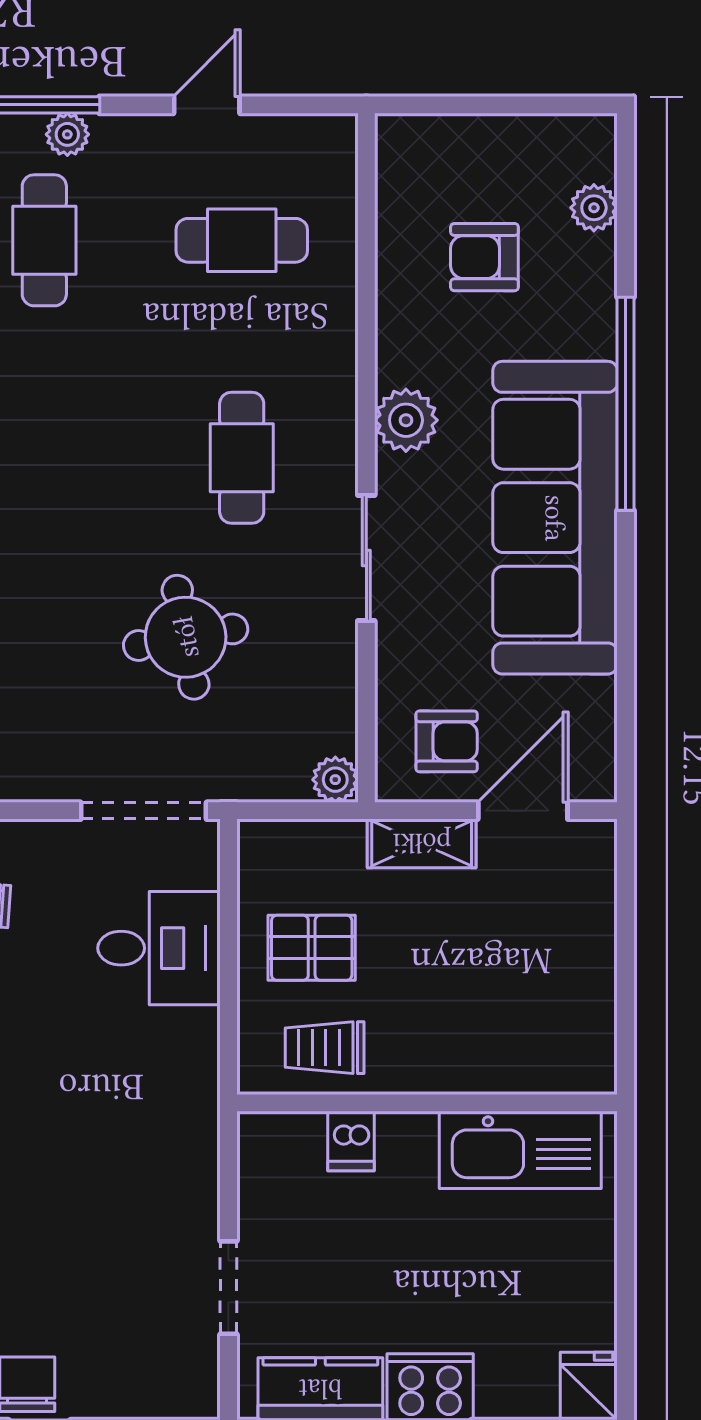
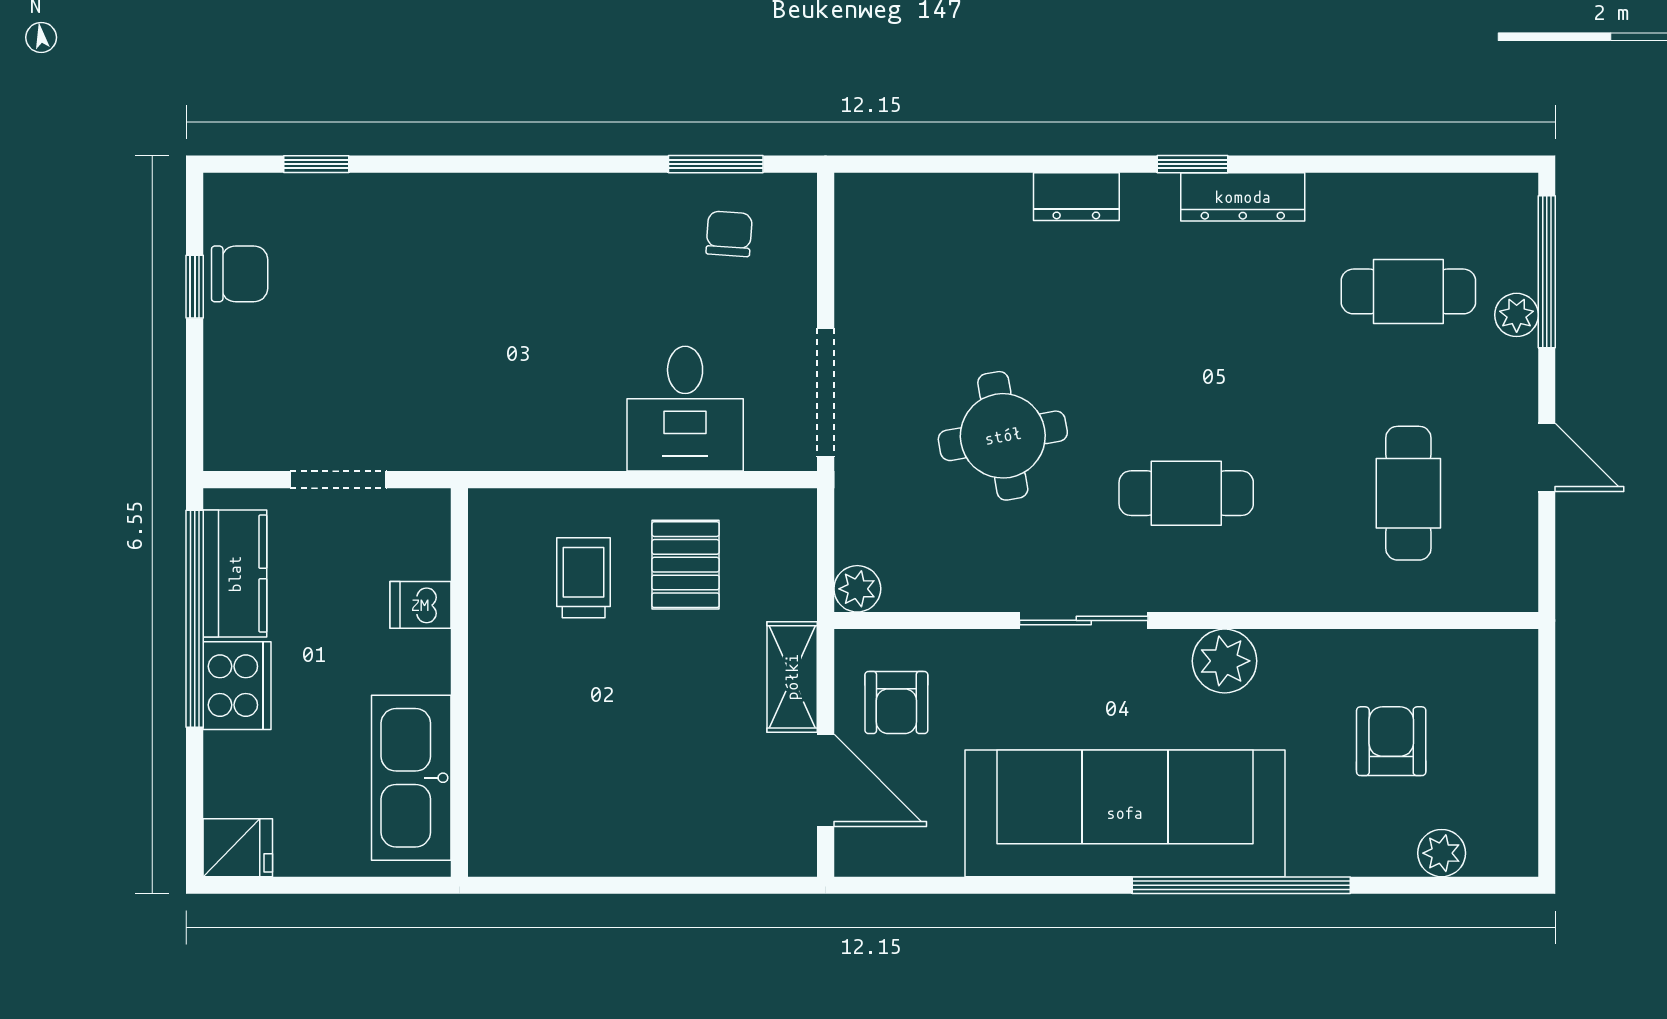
wall: (427, 1103) -> (459, 682), moved
dishwasher: (351, 1141) -> (420, 605), moved
kitchen sink: (520, 1150) -> (411, 778), moved

